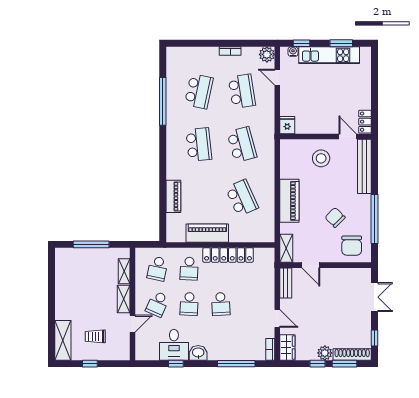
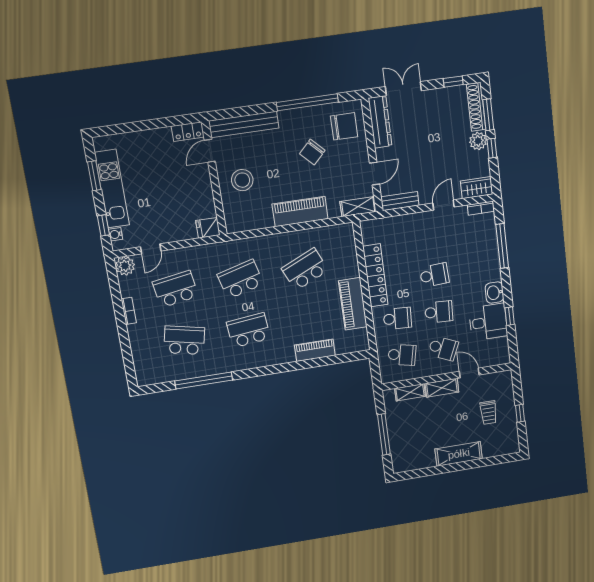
dresser: (351, 275) -> (380, 122), added
shelving: (63, 340) -> (459, 454), moved

